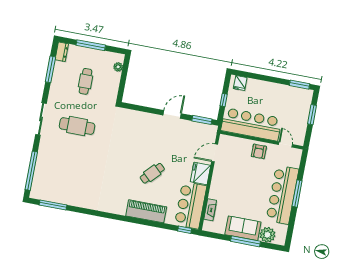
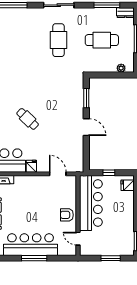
cafe table: (85, 81) -> (102, 40), width x1.37, depth x1.35
window: (202, 120) -> (86, 98), moved
door: (285, 145) -> (78, 239), swing flipped
fridge: (201, 174) -> (31, 166), width x0.53, depth x0.75

